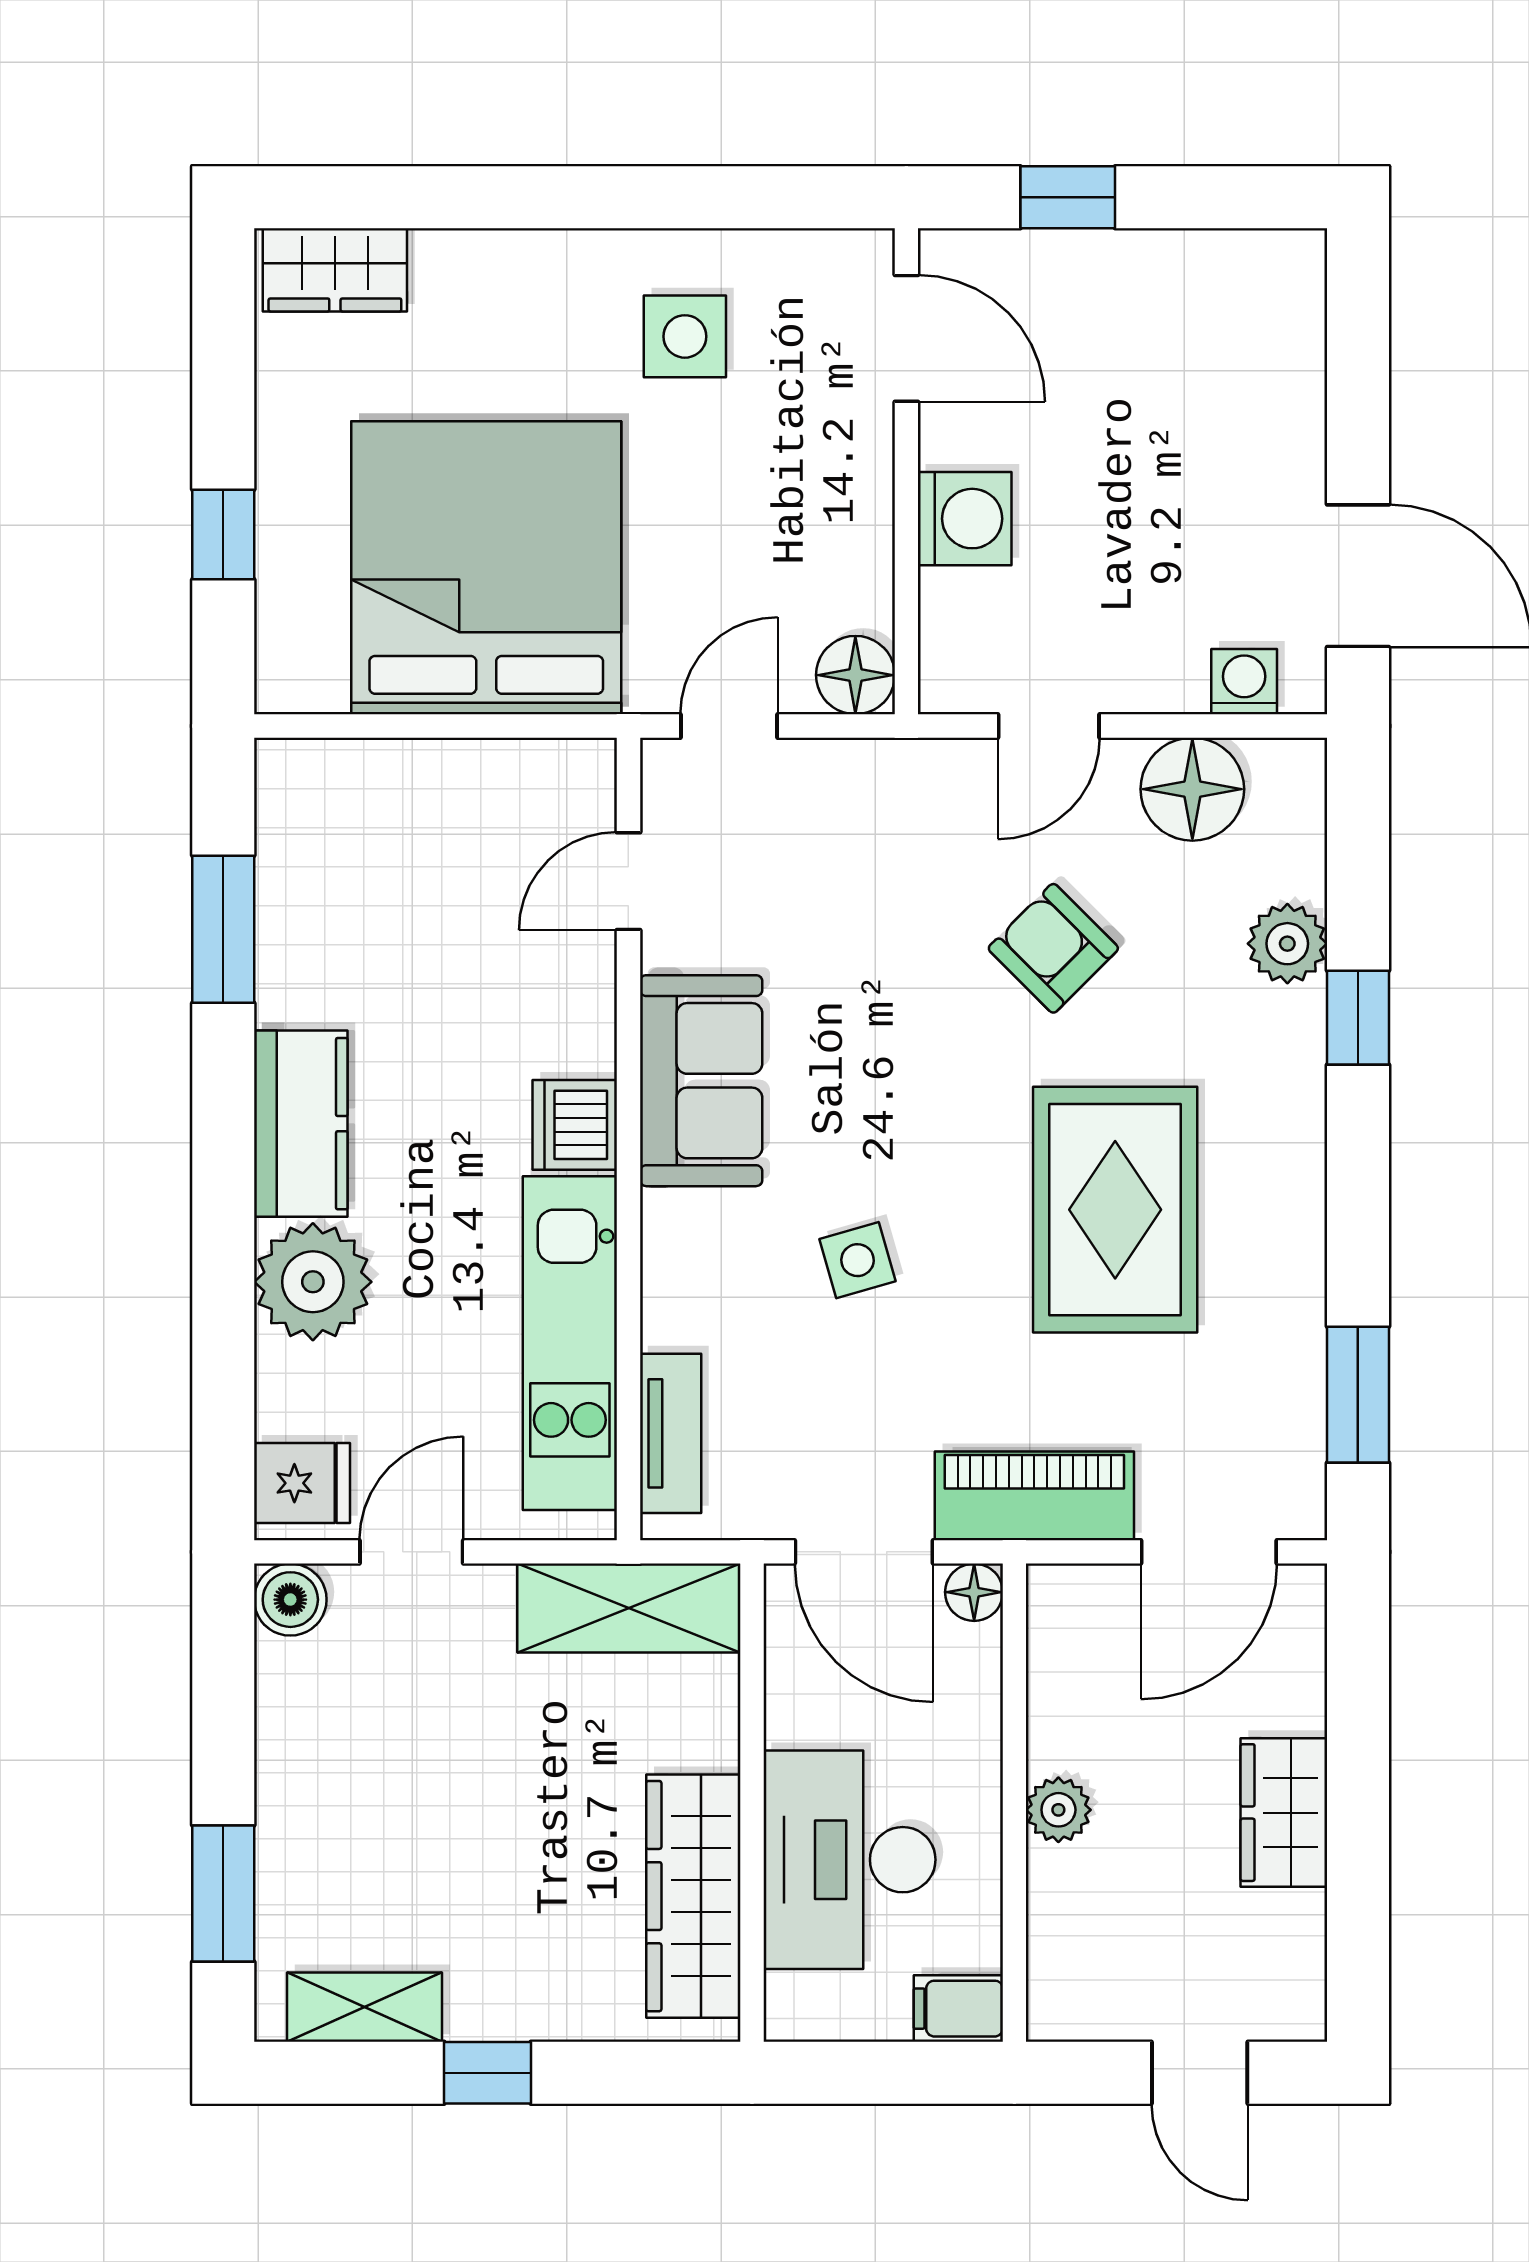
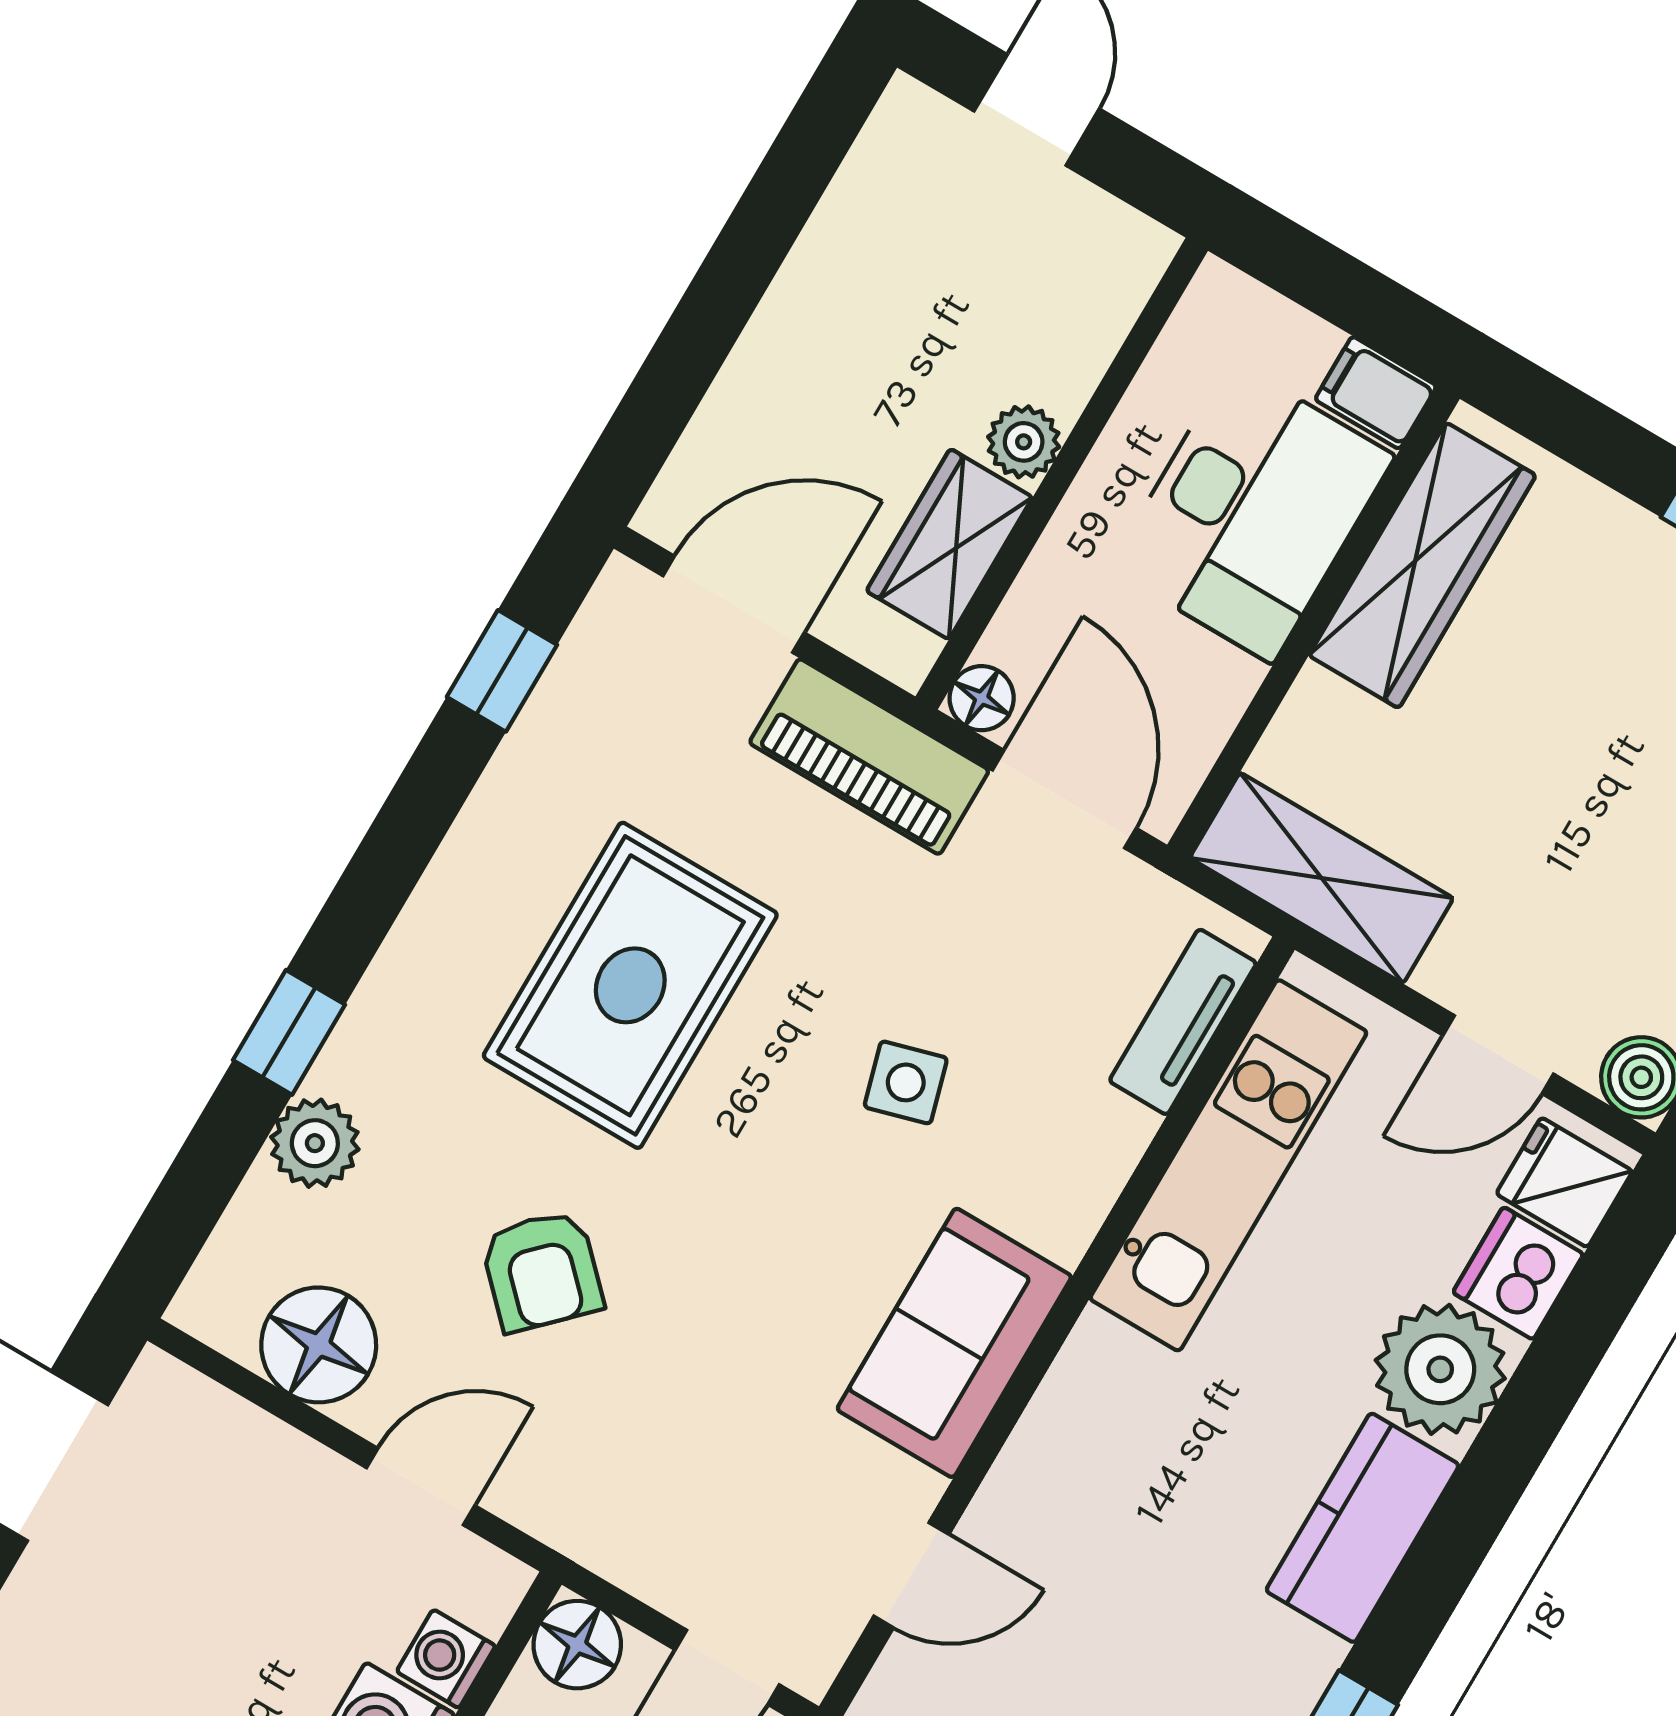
washing machine: (1244, 682) -> (446, 1659), moved, turned 90
dishwasher: (575, 1125) -> (1518, 1273), moved, turned 180
window: (1358, 1395) -> (502, 671), width x0.67
wardrobe: (1284, 1813) -> (949, 544), moved, turned 180
filing cabinet: (958, 2009) -> (1376, 393), moved, turned 180

